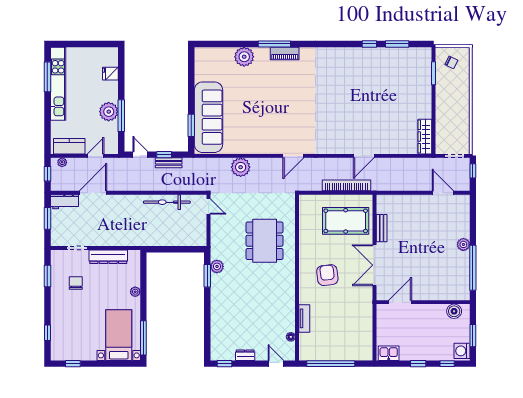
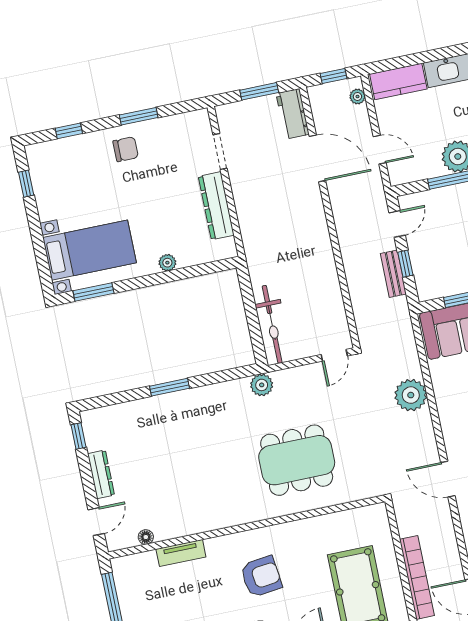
kitchen counter: (69, 146) -> (398, 81), moved, turned 90
bicycle: (167, 202) -> (272, 324), moved, turned 180
plant: (217, 266) -> (262, 385), moved
window: (47, 276) -> (139, 116), moved
window: (207, 276) -> (170, 387), moved
chair: (76, 283) -> (126, 149), moved
window: (143, 338) -> (93, 292), width x0.69
dresser: (245, 355) -> (101, 474), width x1.44

